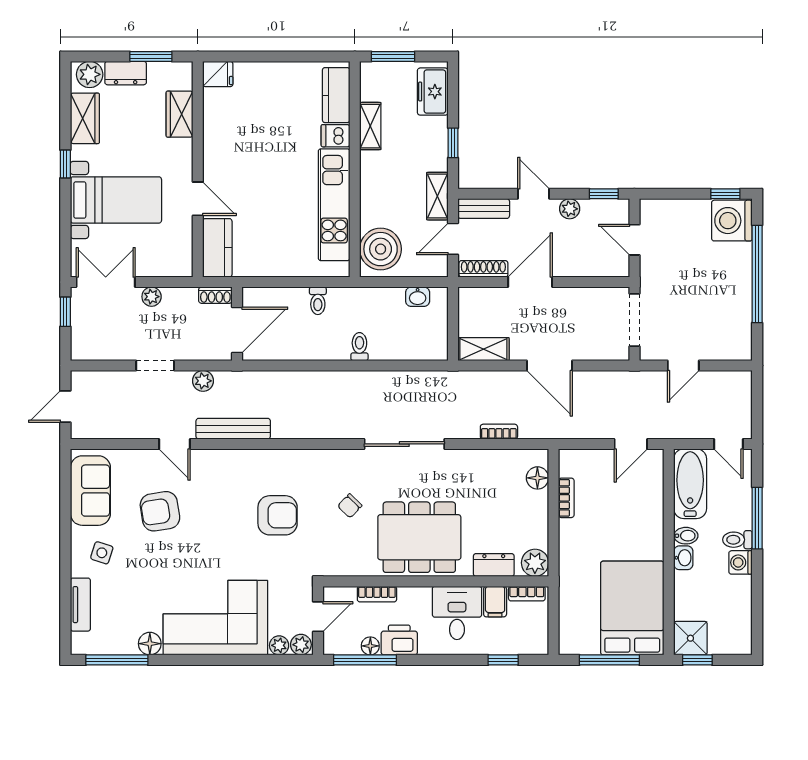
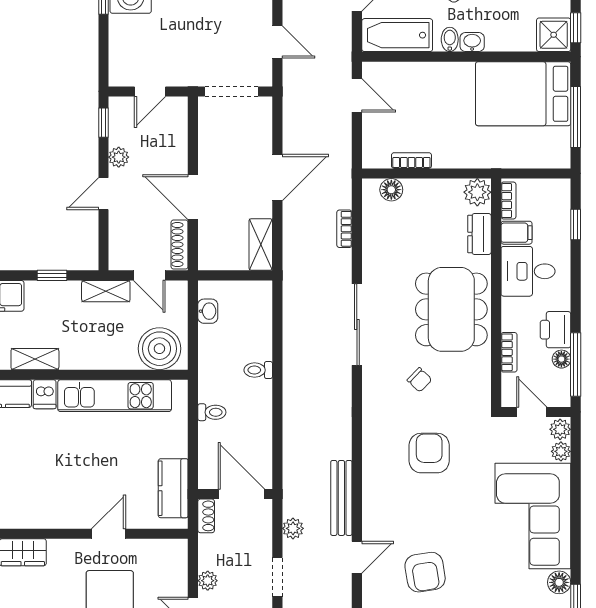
bench: (484, 209) -> (118, 244), removed
kitchen counter: (217, 248) -> (173, 488), moved, turned -90

